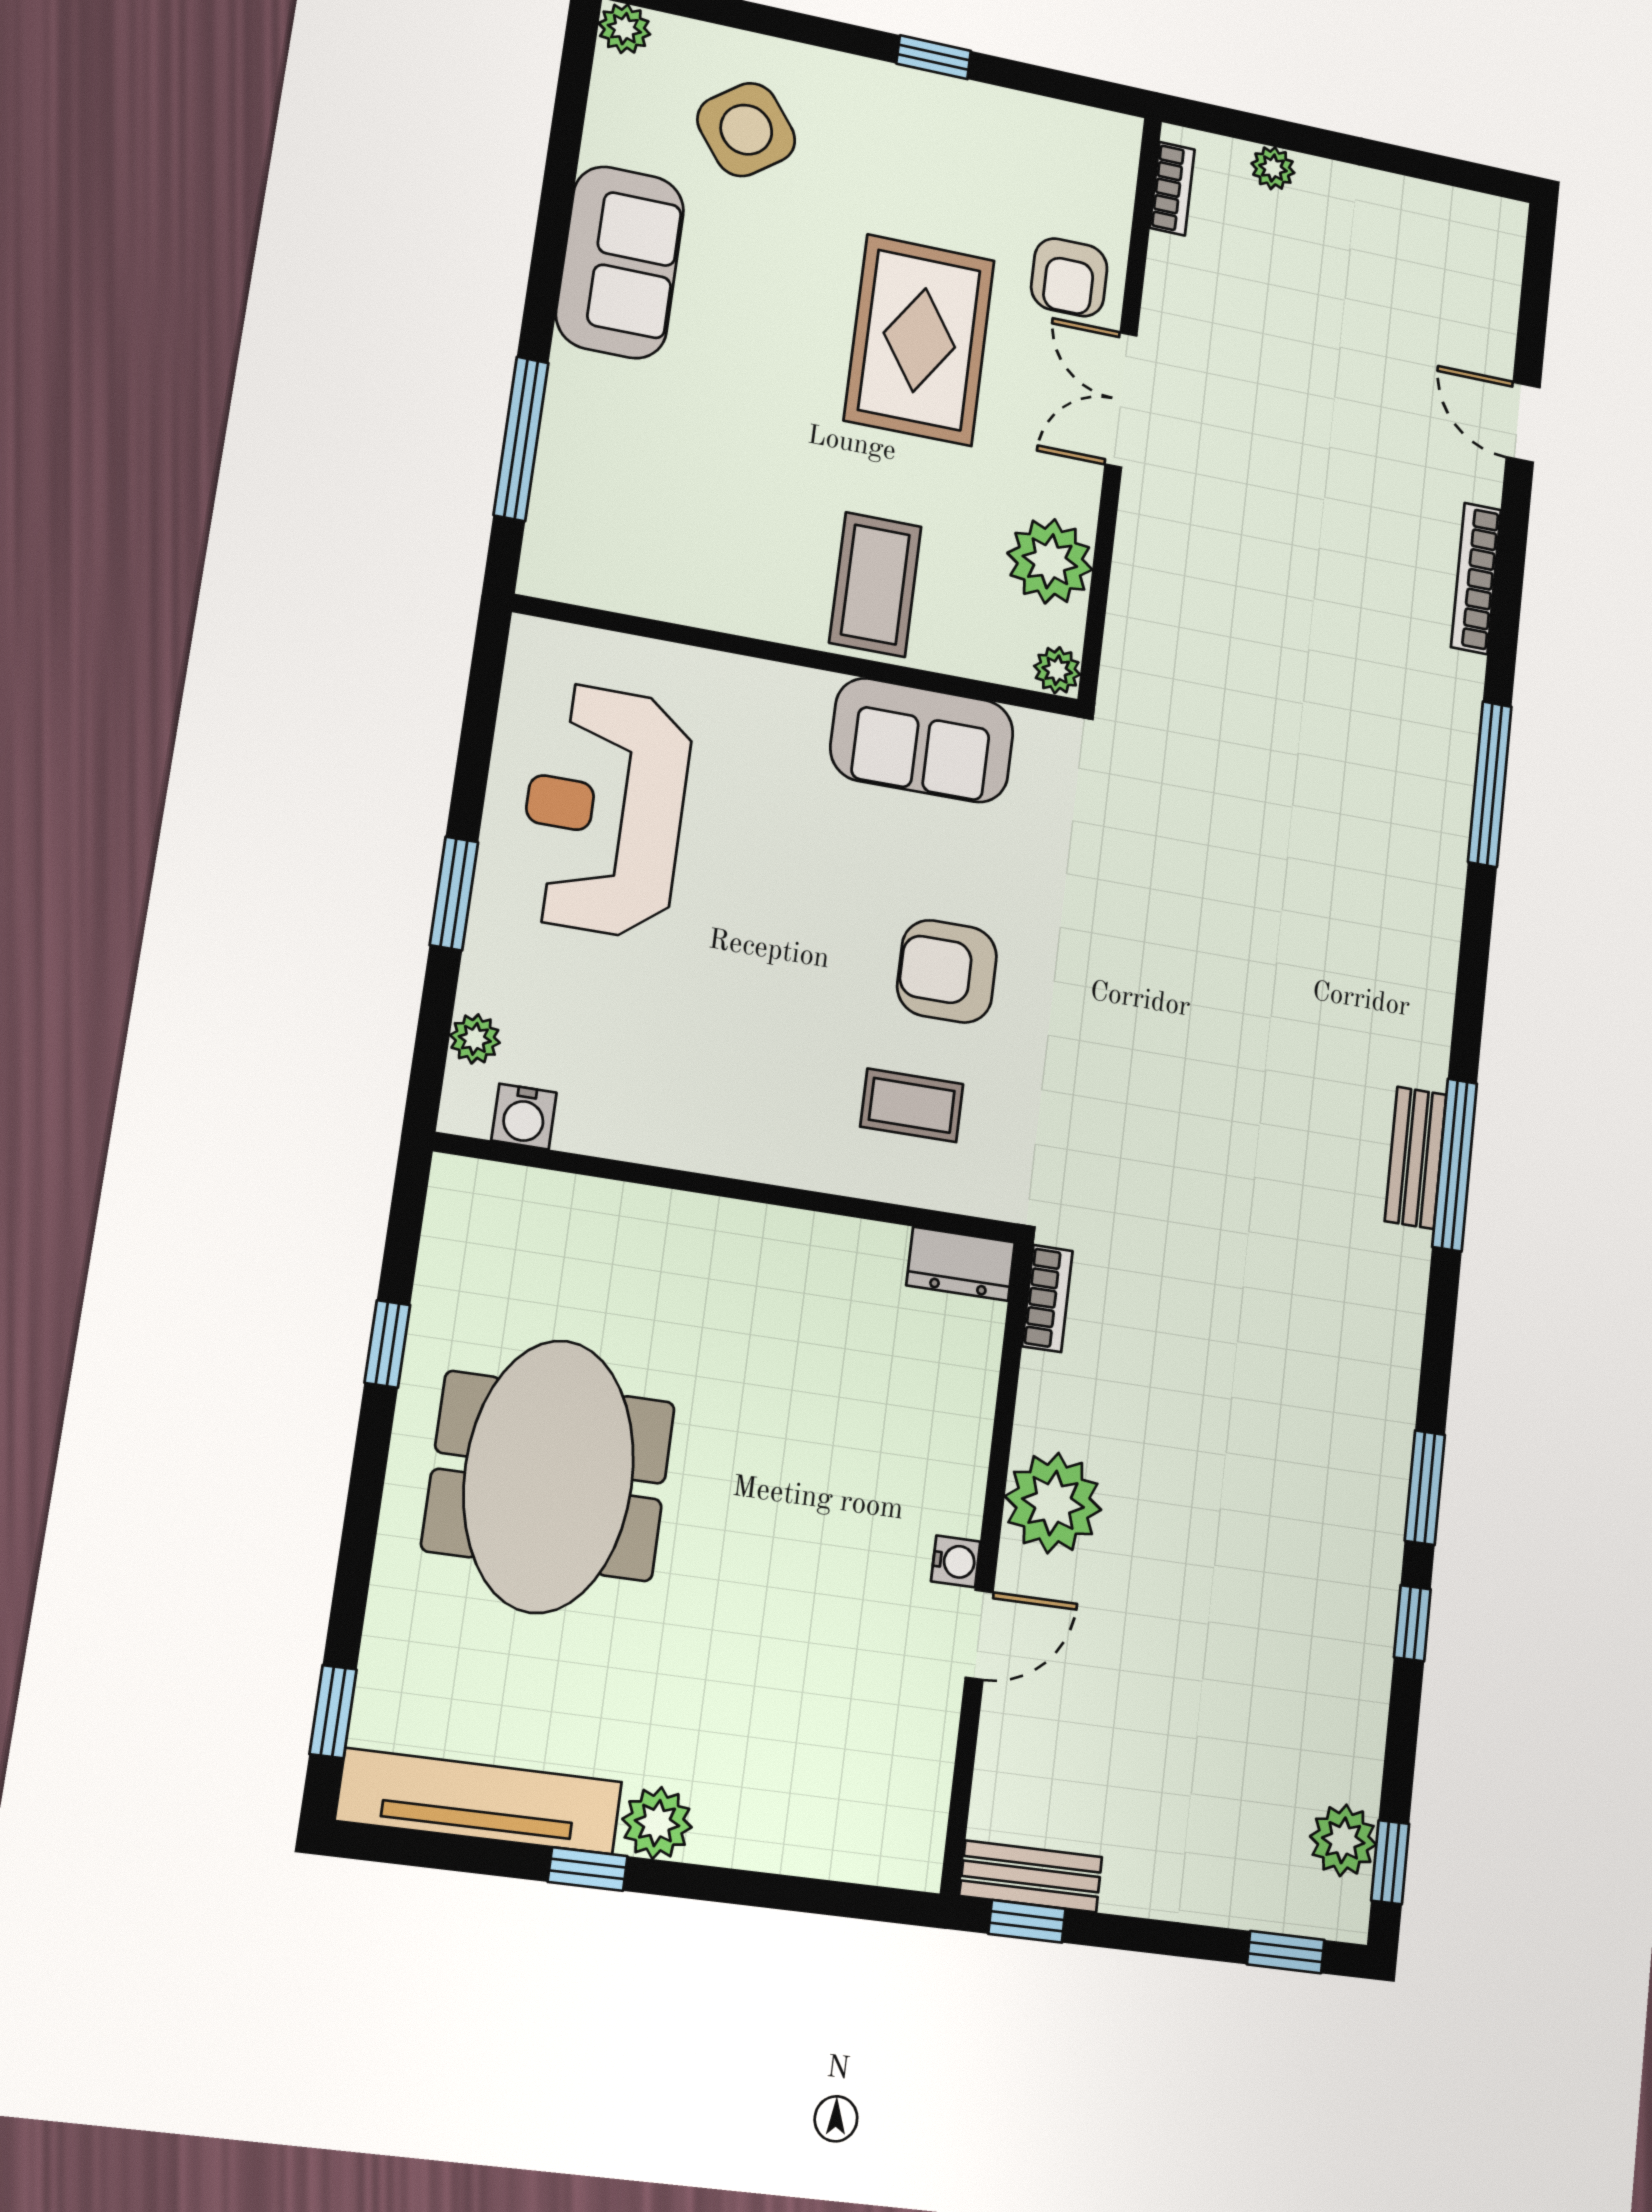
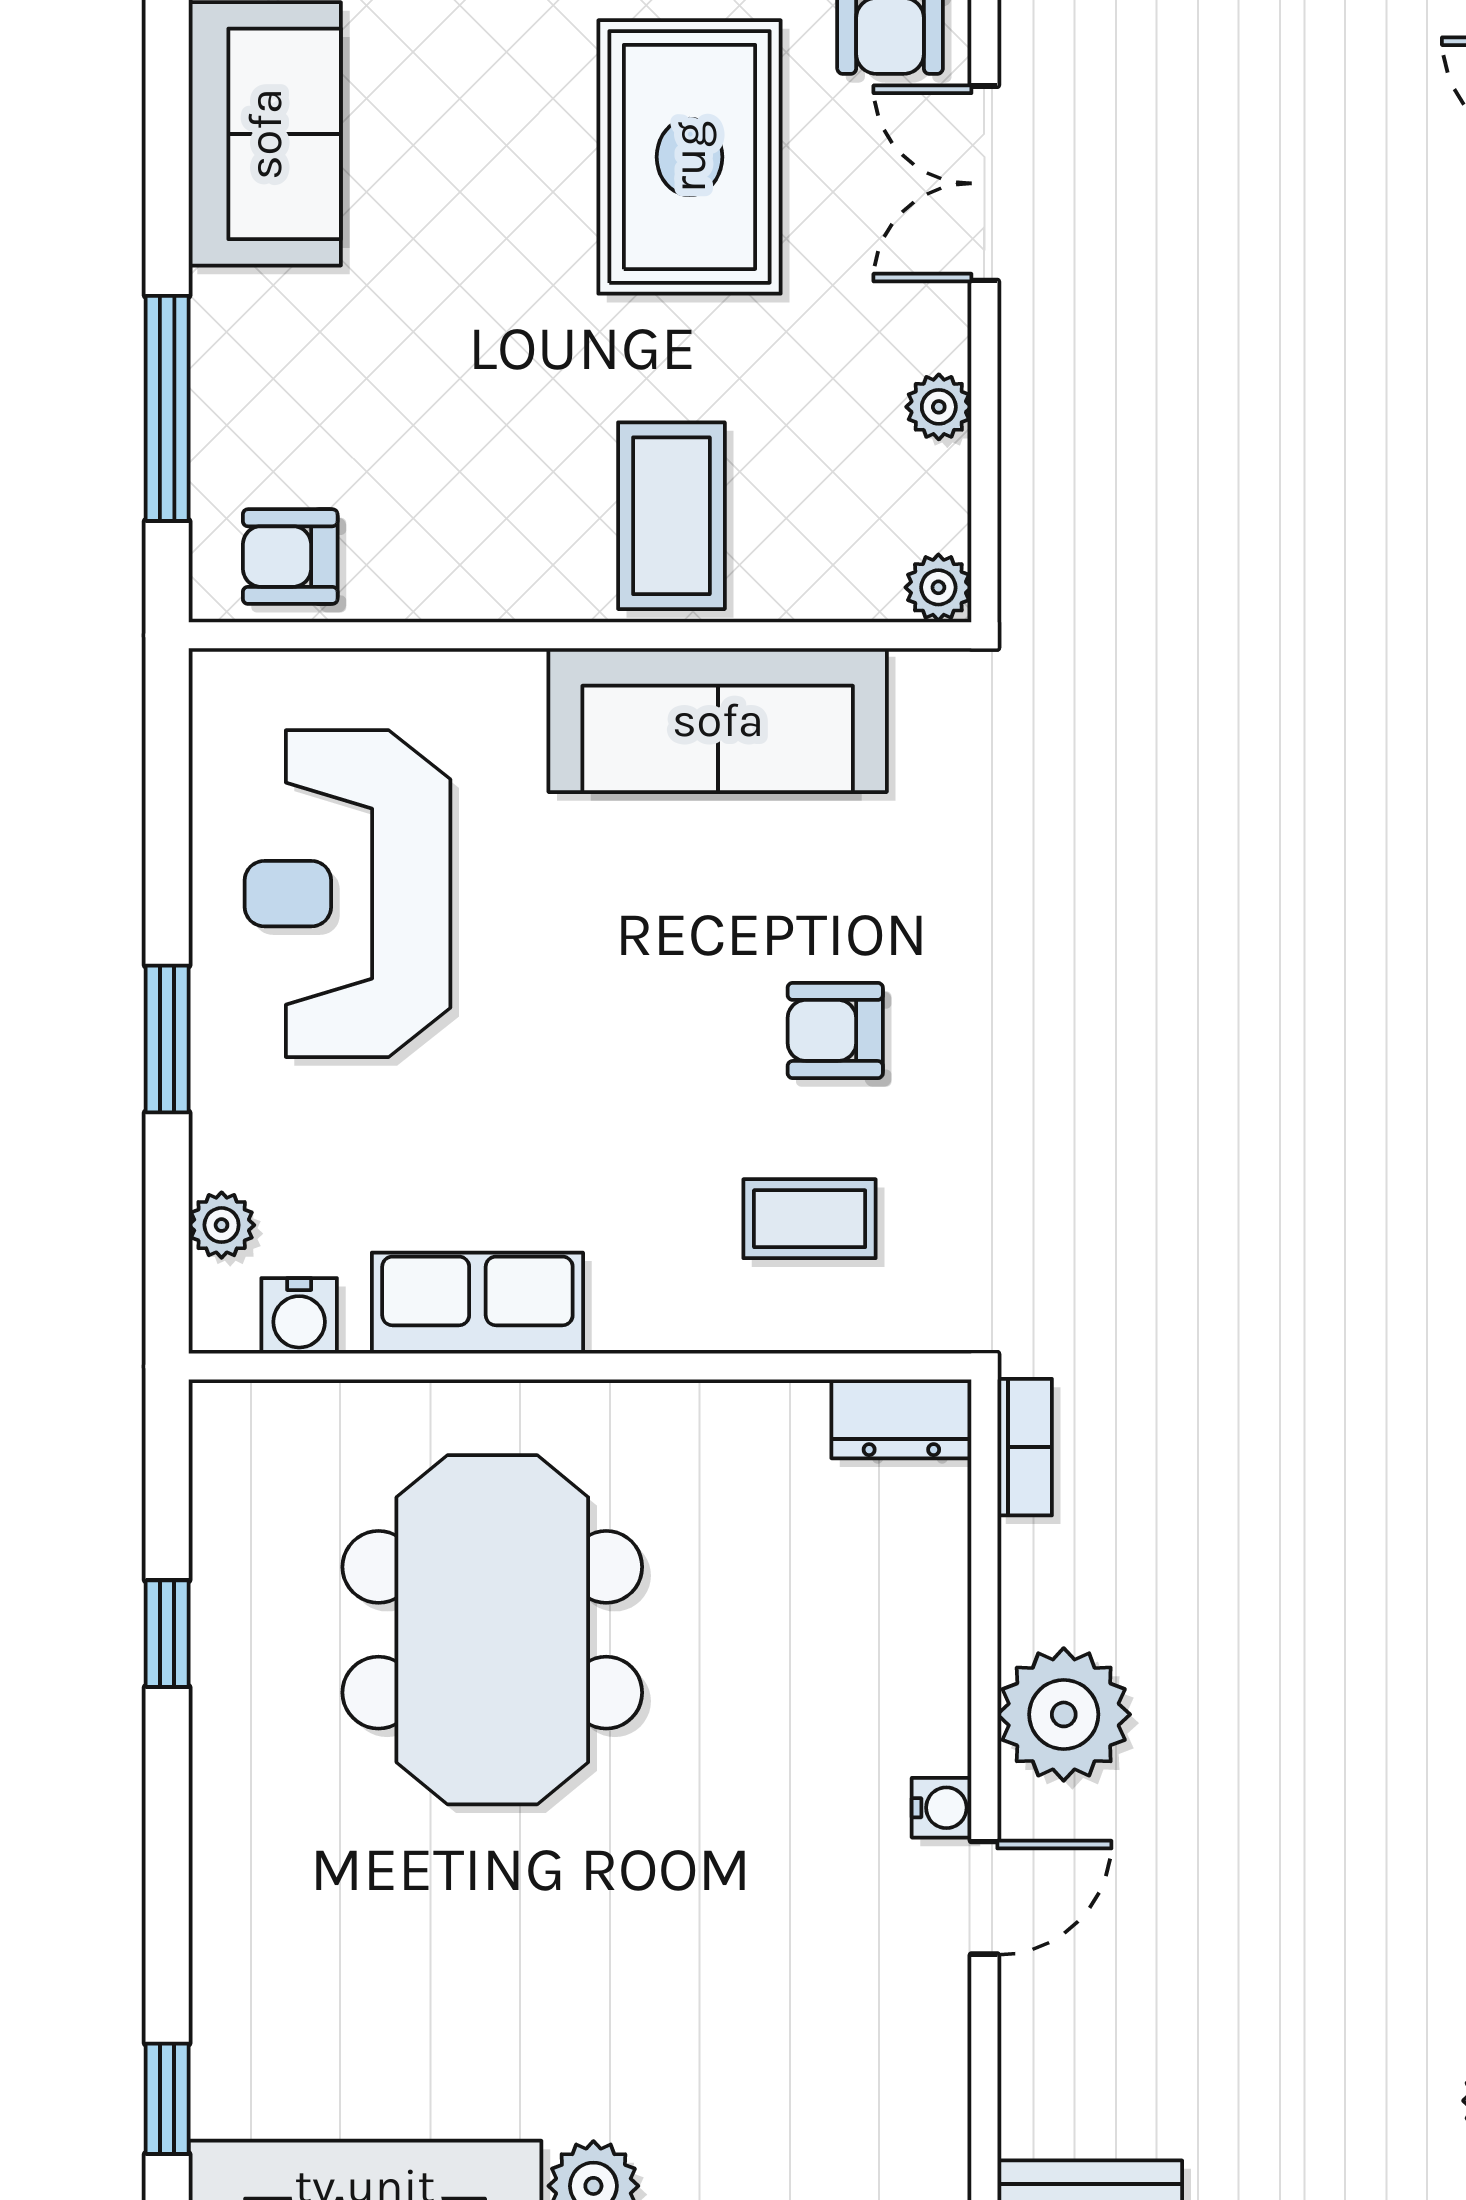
armchair: (596, 561) -> (290, 557), added
plant: (1050, 561) -> (939, 407), width x0.53, depth x0.53
sofa: (922, 740) -> (718, 720), width x1.36
armchair: (947, 971) -> (835, 1030), width x0.72, depth x0.72
row of seats: (659, 1128) -> (477, 1303), added
meeting table: (549, 1476) -> (492, 1630), moved

